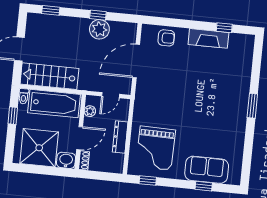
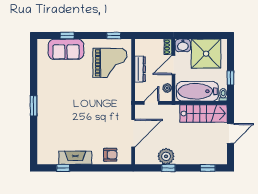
armchair: (166, 38) -> (110, 155), turned 180
grand piano: (156, 148) -> (110, 63), turned 89

